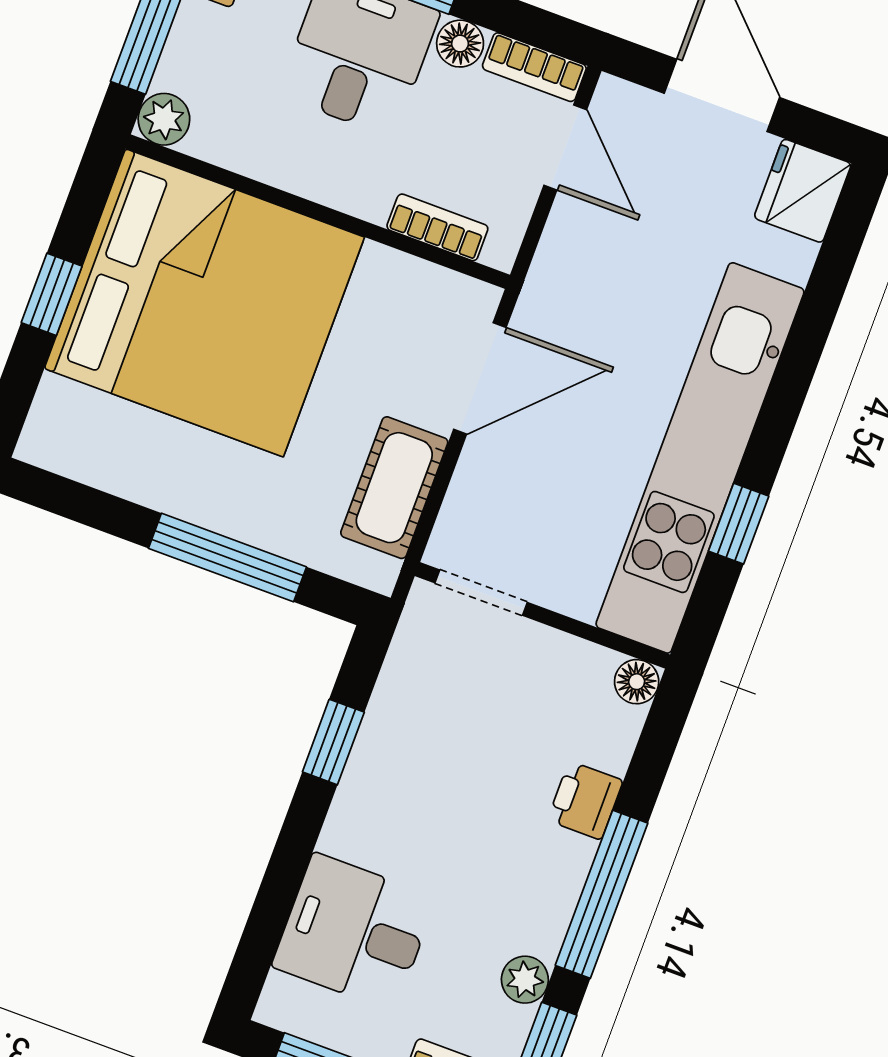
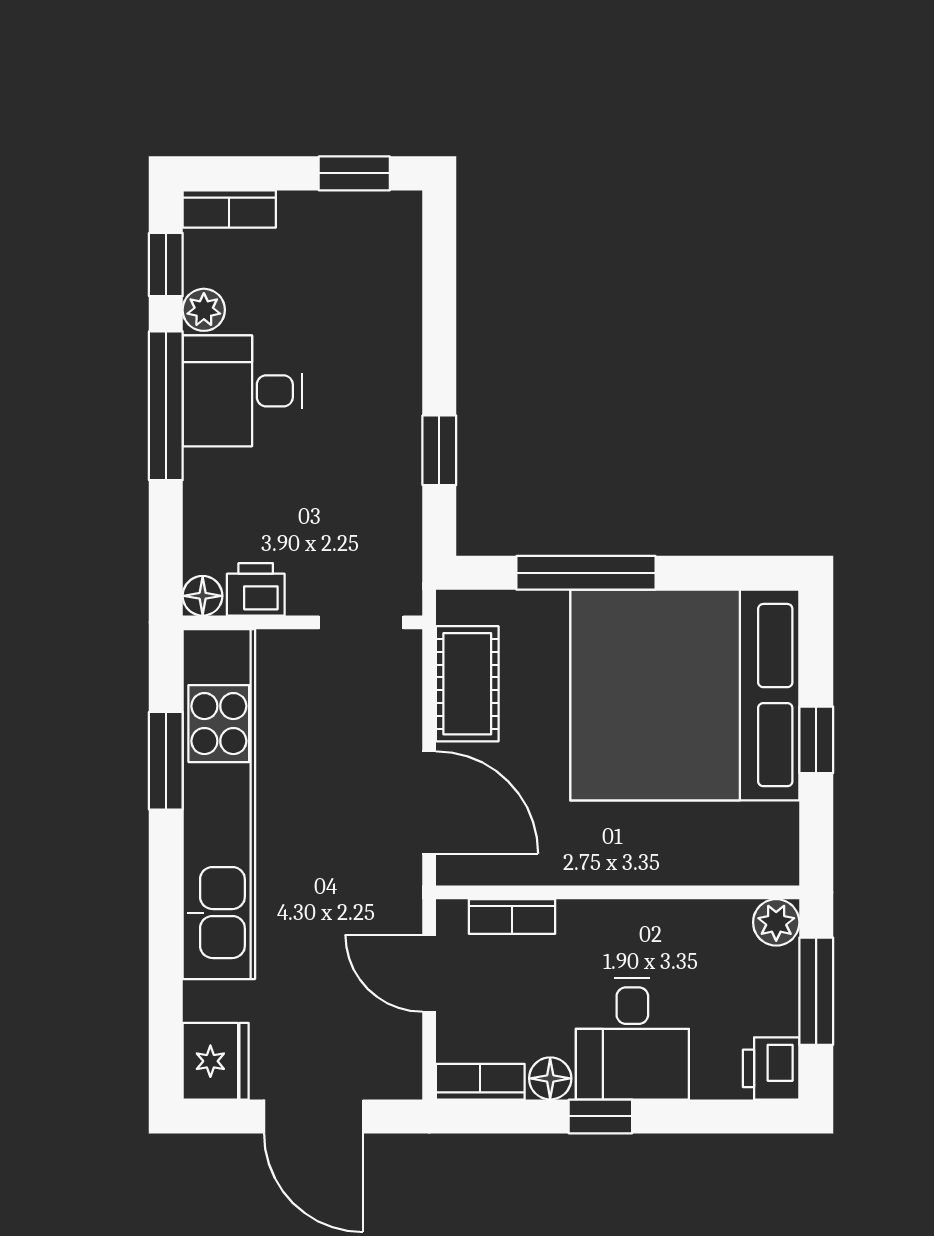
door: (565, 147) -> (429, 973), moved
bed: (204, 303) -> (685, 695), moved
door: (480, 378) -> (429, 802), swing flipped
window: (739, 524) -> (166, 761), width x1.50
printer: (585, 800) -> (256, 589), moved, turned -90
desk: (354, 932) -> (243, 391), moved, turned 180

